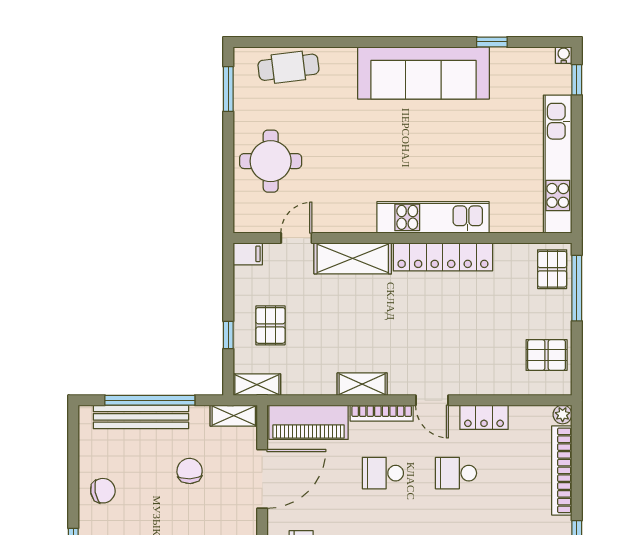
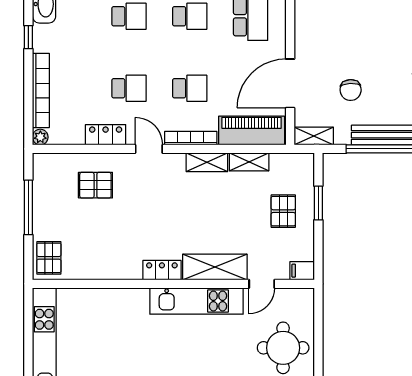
kitchen unit: (433, 217) -> (197, 301), moved
locker: (443, 257) -> (162, 270), width x0.46, depth x0.83
window: (577, 288) -> (28, 207), moved
window: (228, 335) -> (318, 203), width x1.50
pallet: (547, 355) -> (95, 185), moved
shelving: (257, 385) -> (249, 162), moved

